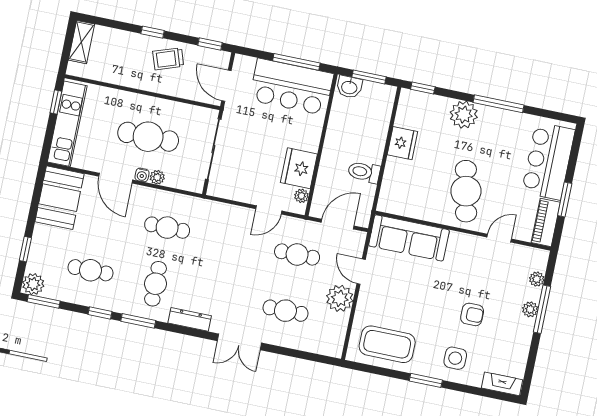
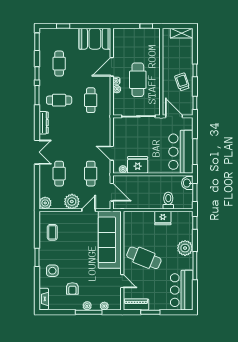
door: (226, 86) -> (174, 116), hinge flipped
kitchen unit: (67, 124) -> (136, 34), removed
bar counter: (548, 161) -> (182, 290), moved, turned -90
toilet: (364, 172) -> (168, 201), moved
cafe table: (466, 191) -> (144, 258), turned 34
sofa: (409, 238) -> (110, 240), width x1.36, depth x1.27
plant: (33, 284) -> (45, 203), moved
armchair: (472, 314) -> (72, 289), moved
double door: (239, 342) -> (37, 152), swing flipped
coffee table: (387, 344) -> (52, 232), width x0.54, depth x0.58

